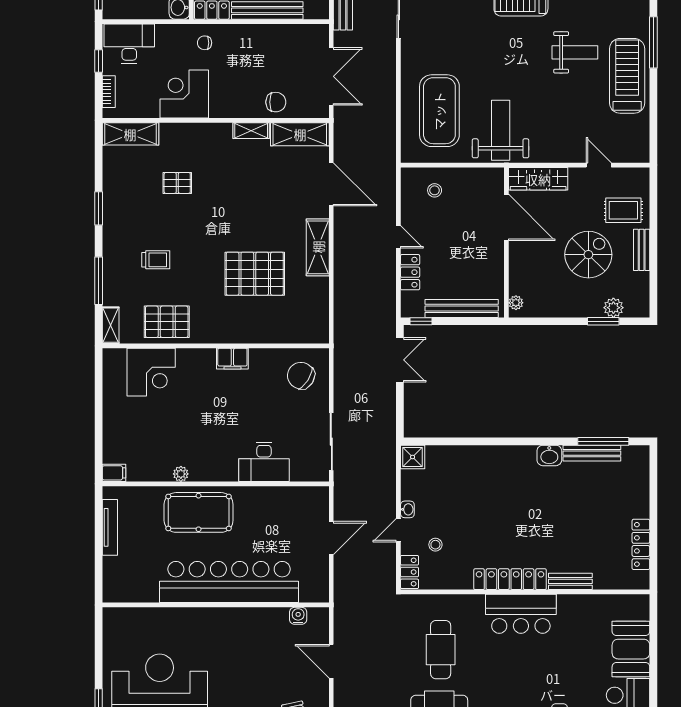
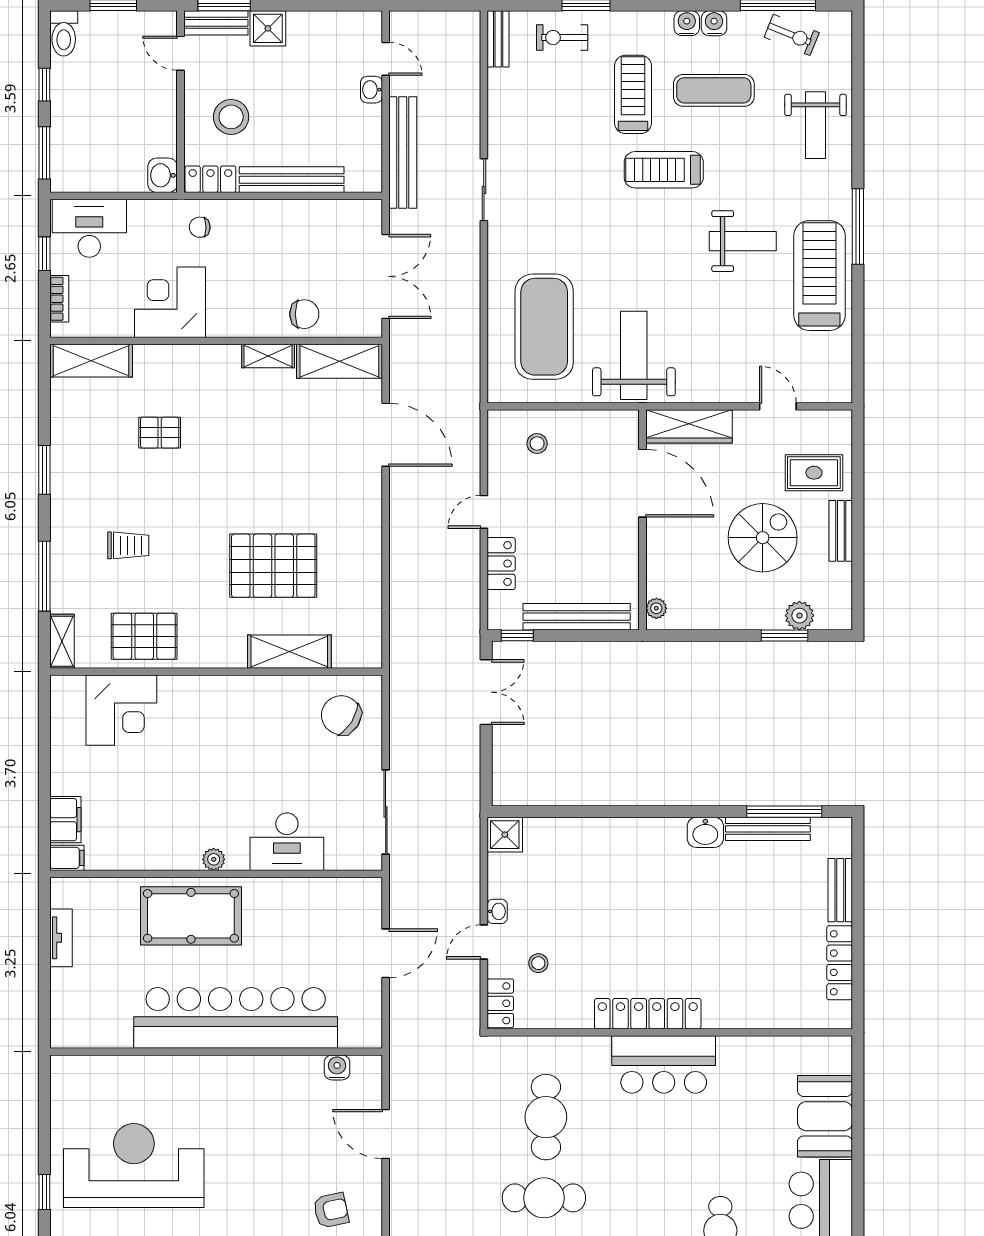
door: (398, 237) -> (484, 512), swing flipped
shelving: (318, 247) -> (289, 652), moved, turned 90
filing cabinet: (232, 359) -> (65, 820), moved, turned -90
plant: (181, 474) -> (214, 859), moved
tv unit: (110, 527) -> (61, 938), width x0.71
bench: (570, 581) -> (840, 890), moved, turned 90

